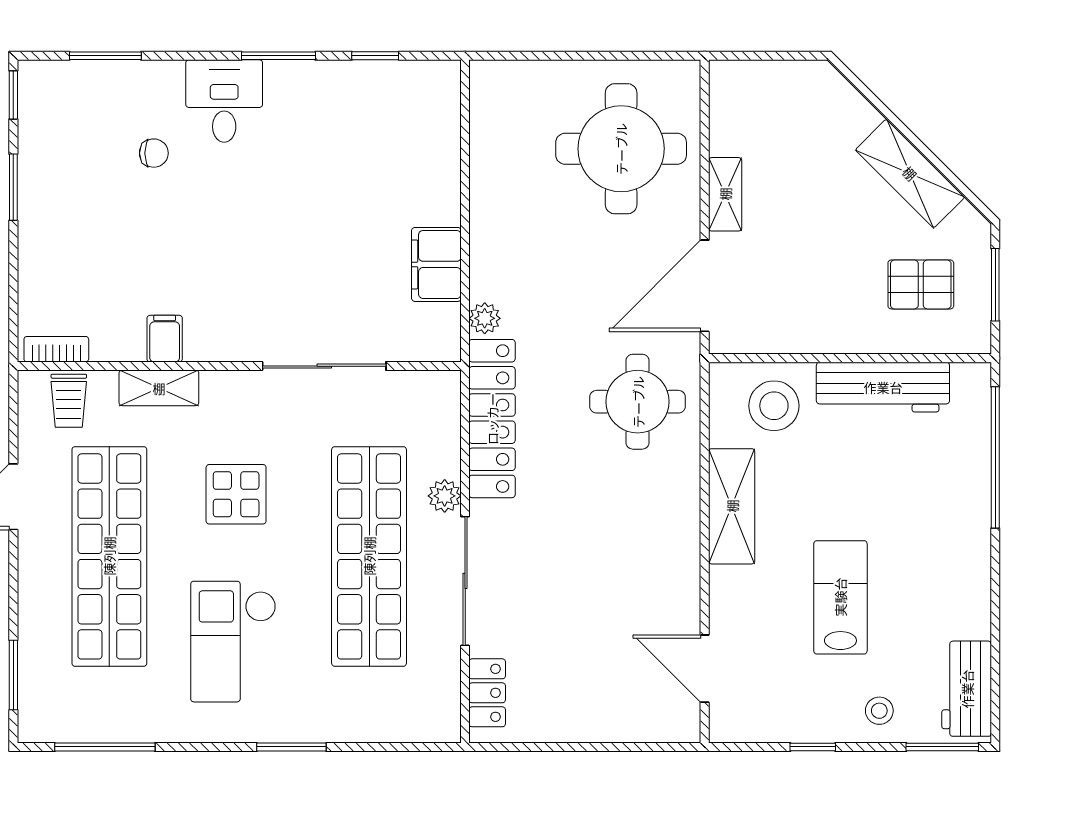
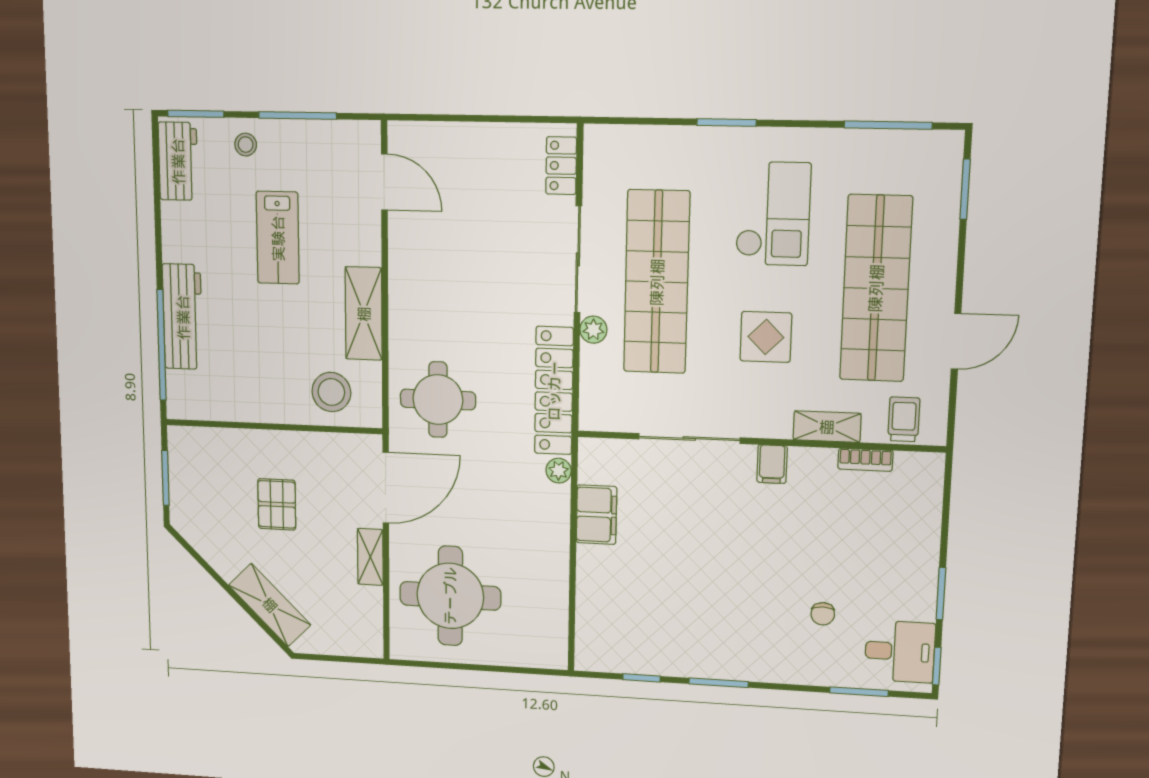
desk: (224, 101) -> (900, 652), moved, turned -90
chair: (154, 153) -> (823, 614), turned -90
shelving: (910, 173) -> (270, 605), moved
pallet: (921, 284) -> (277, 504), moved, turned 90
filing cabinet: (165, 339) -> (772, 464), moved
bookcase: (56, 349) -> (865, 460), moved
workbench: (883, 387) -> (183, 317), moved, turned 90
window: (813, 747) -> (298, 115), width x2.17

